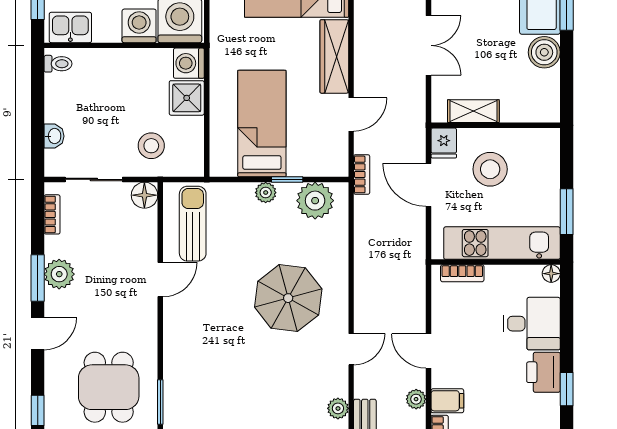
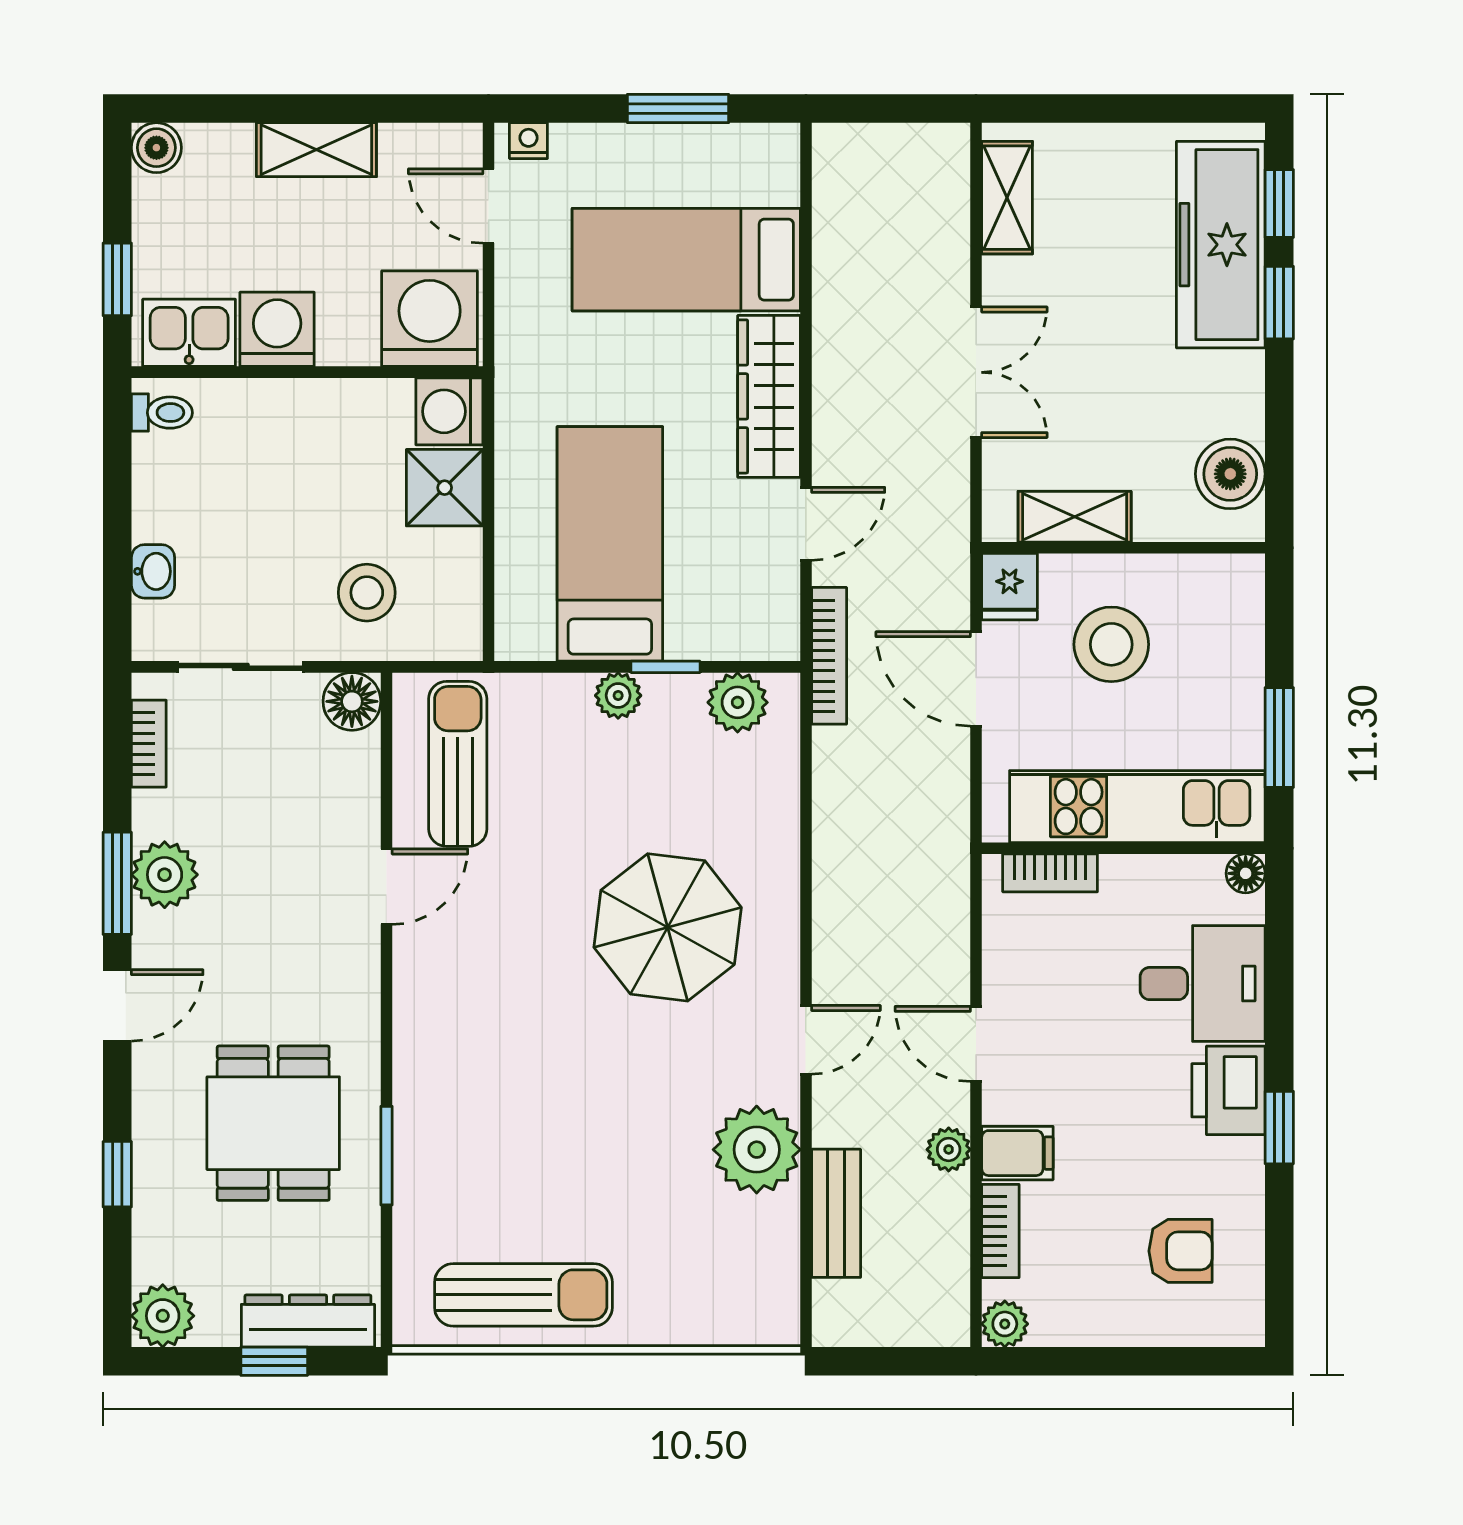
washing machine: (139, 26) -> (277, 329), moved
boiler: (544, 52) -> (1230, 474), moved
bookcase: (362, 174) -> (829, 656), width x1.56
plant: (315, 201) -> (738, 702), width x0.73, depth x0.73
plant: (338, 408) -> (757, 1150), width x1.87, depth x1.87

